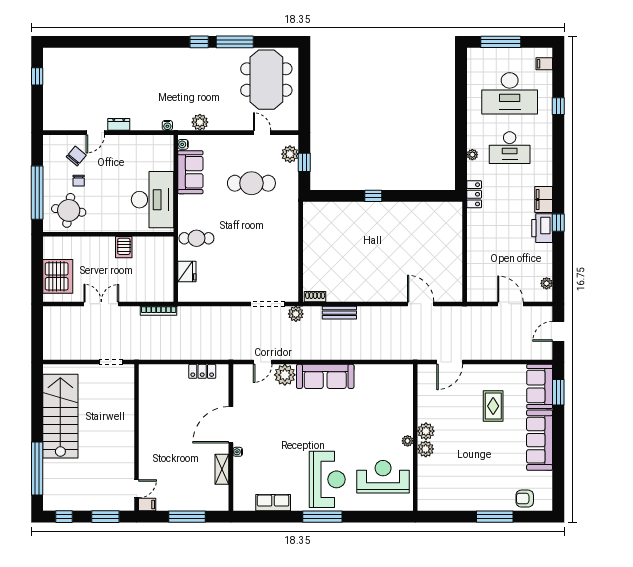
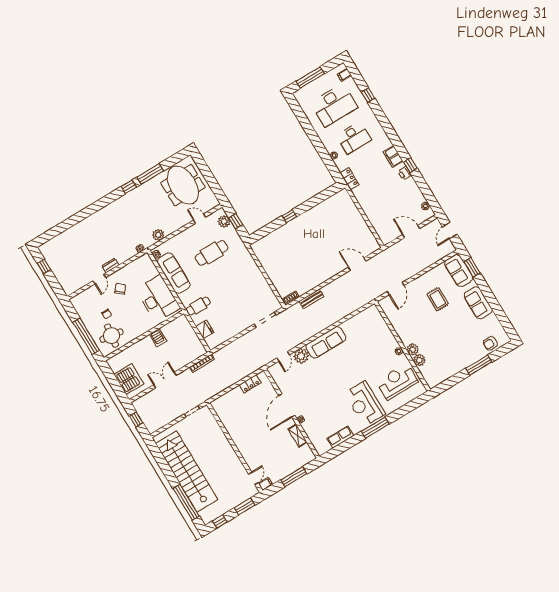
chair: (76, 156) -> (120, 289), moved
sofa: (190, 172) -> (174, 273), width x1.36
printer: (542, 228) -> (405, 173), width x0.53, depth x0.68
plant: (296, 314) -> (286, 315), removed
window: (37, 331) -> (136, 420), added
stairs: (60, 416) -> (187, 472), width x1.36
plant: (426, 431) -> (419, 360), moved
sofa: (540, 440) -> (478, 303), width x0.73
reception desk: (327, 479) -> (365, 404), turned 180

